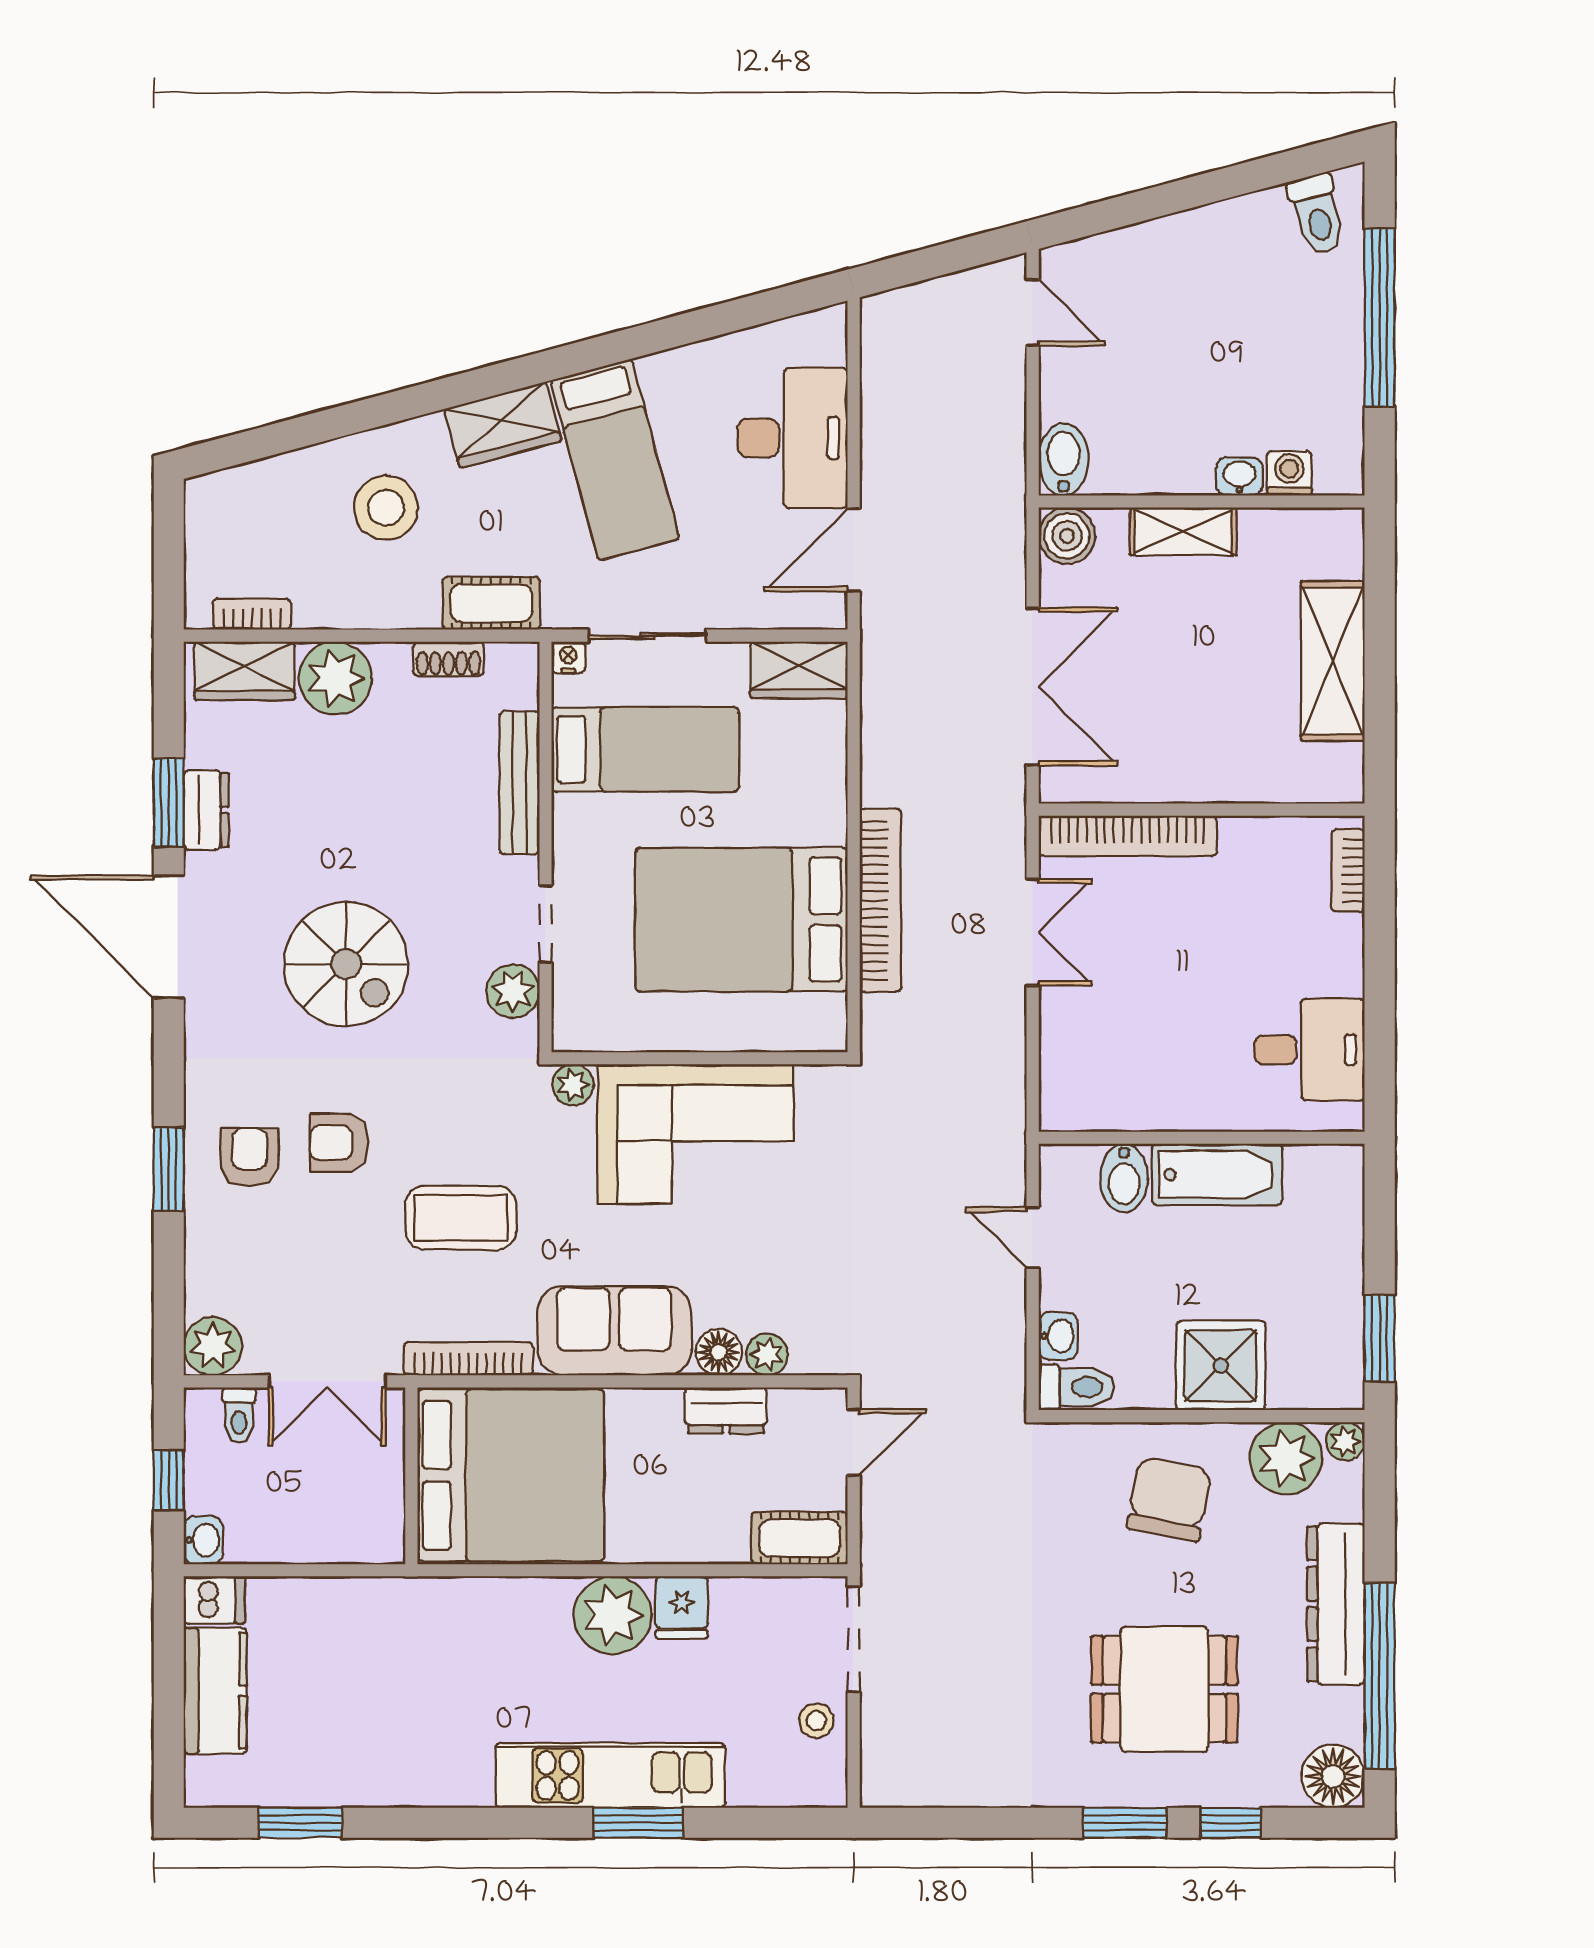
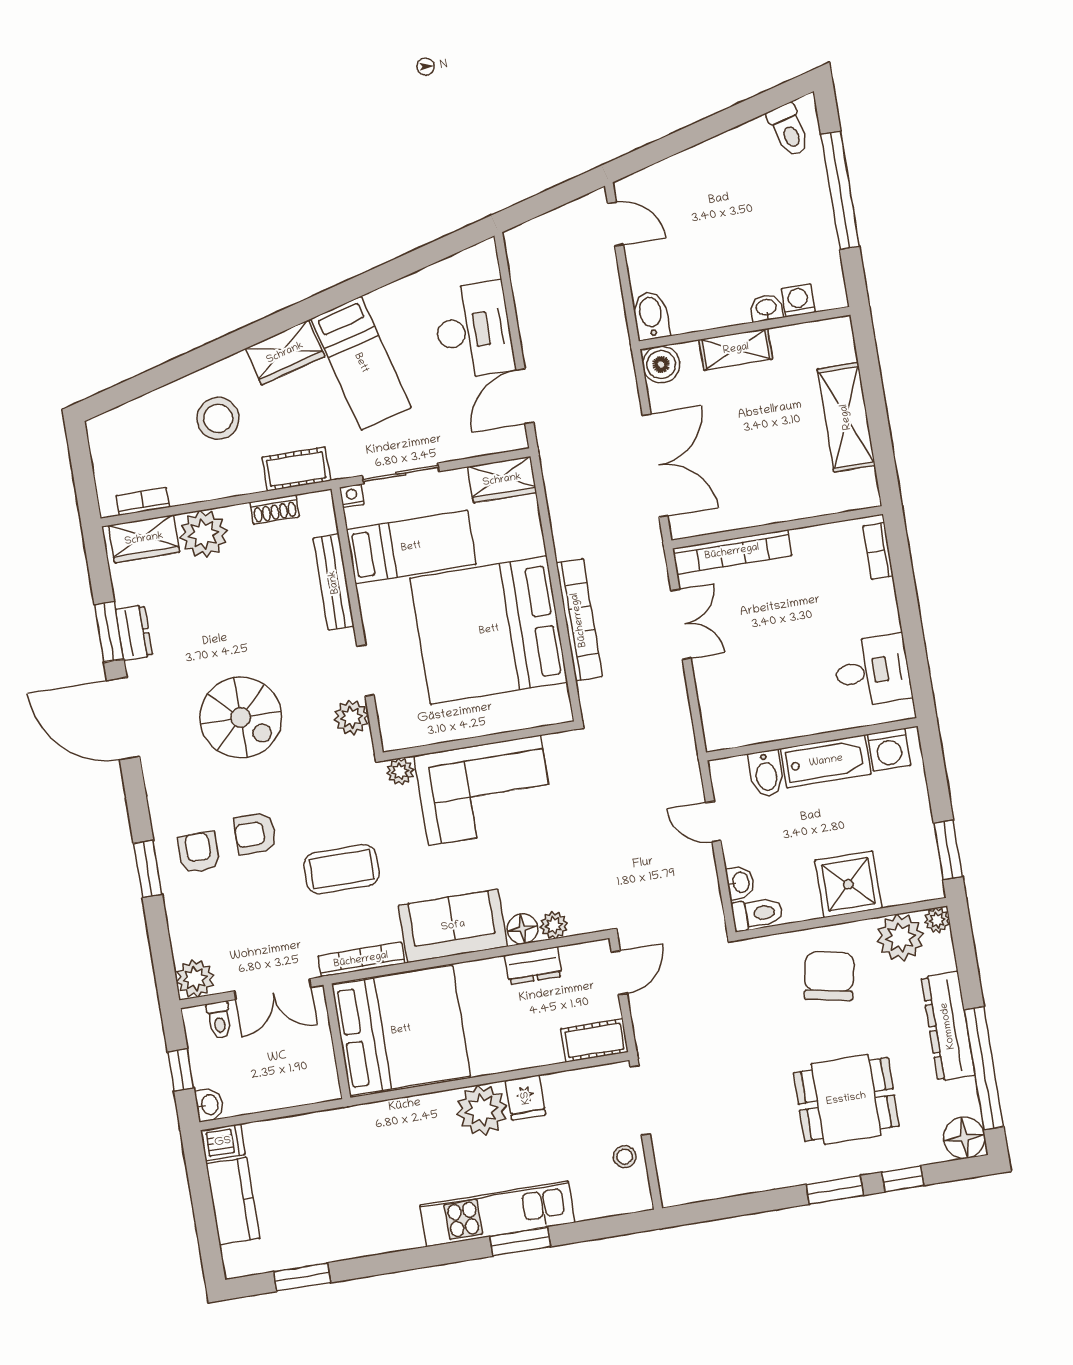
bed: (741, 919) -> (489, 630), width x1.36
washing machine: (1315, 1173) -> (889, 750), added

